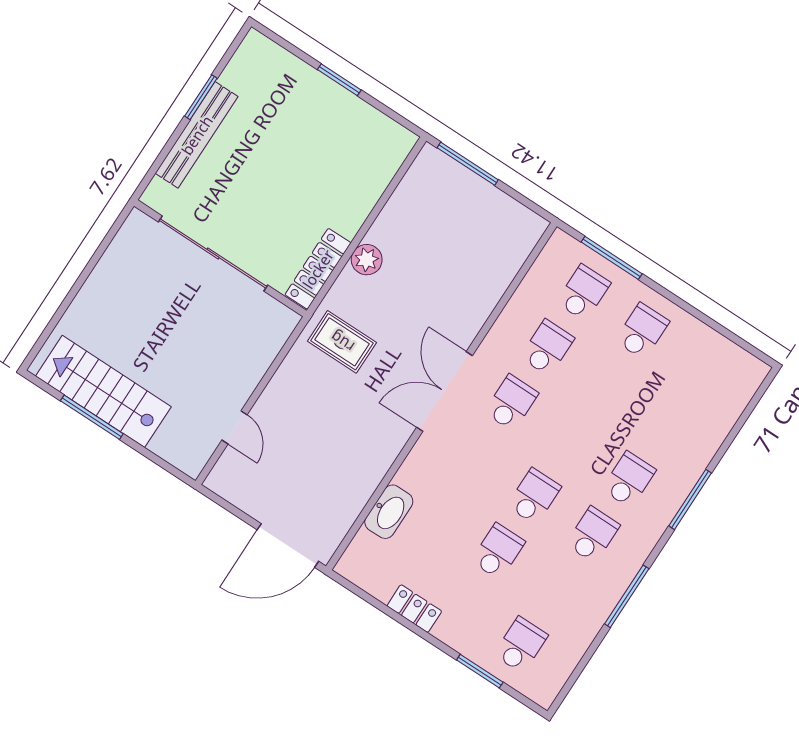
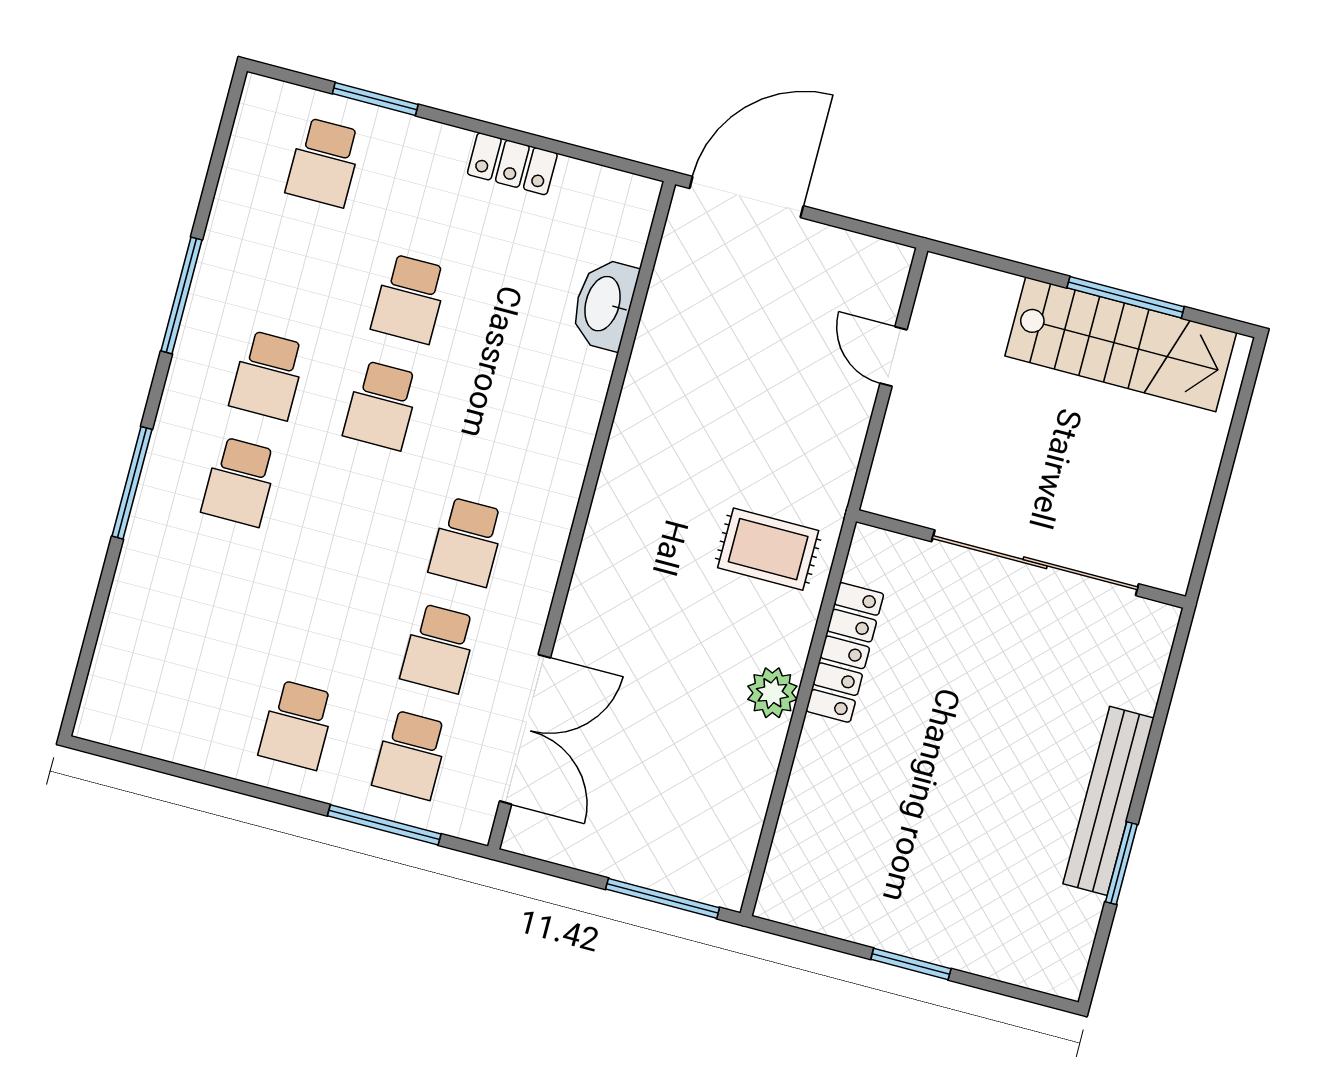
sliding door: (213, 253) -> (1035, 563), moved
wall: (220, 258) -> (1021, 559), moved
double door: (444, 391) -> (525, 729), moved

